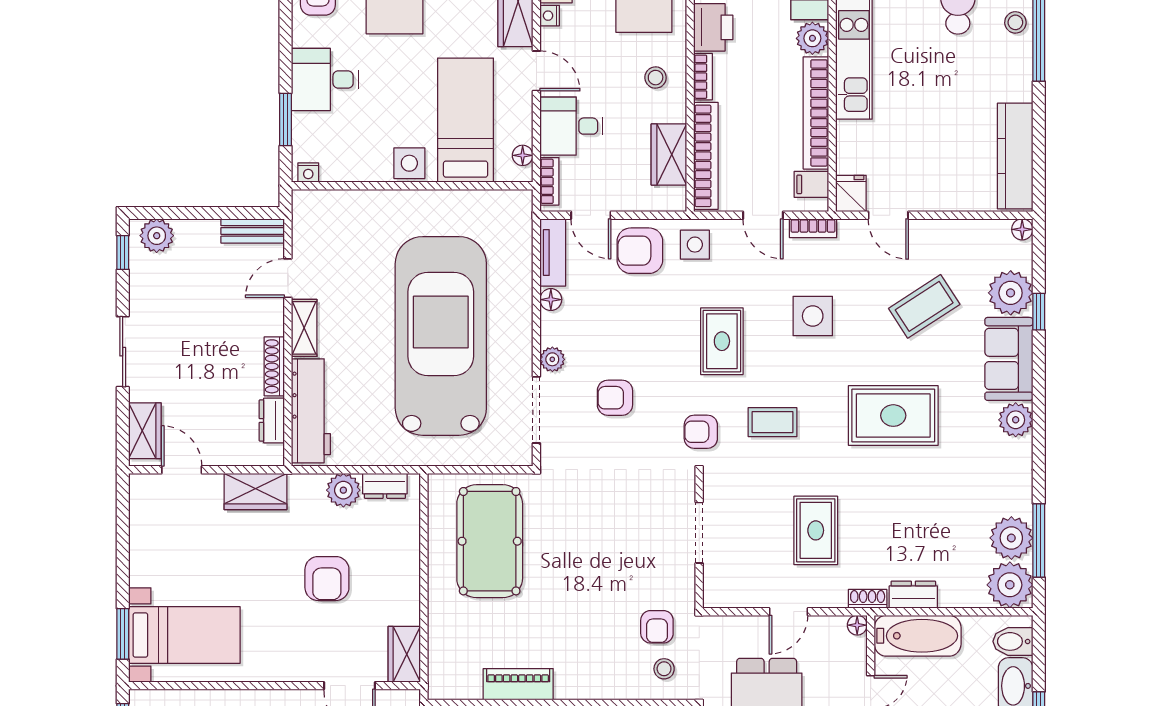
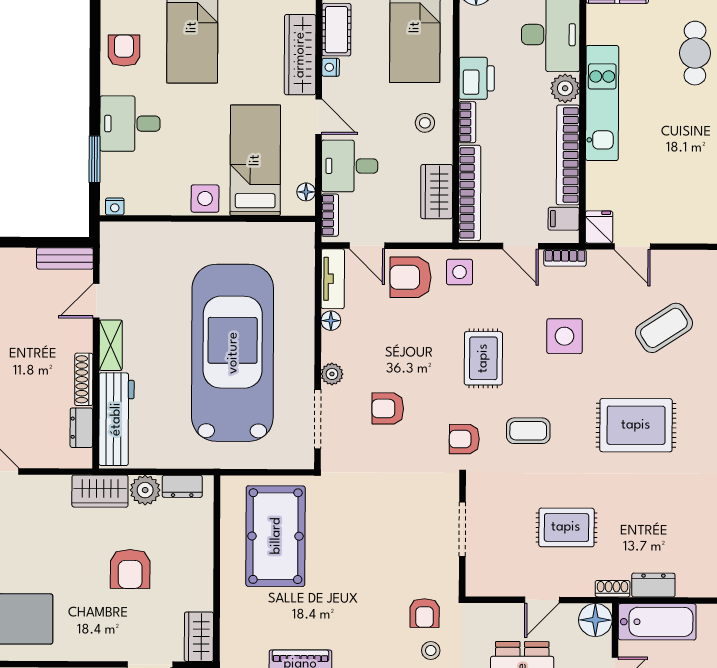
wardrobe: (255, 491) -> (100, 491), moved
rug: (816, 530) -> (566, 527), turned 90
floor lamp: (857, 625) -> (595, 620), width x1.89, depth x1.89

